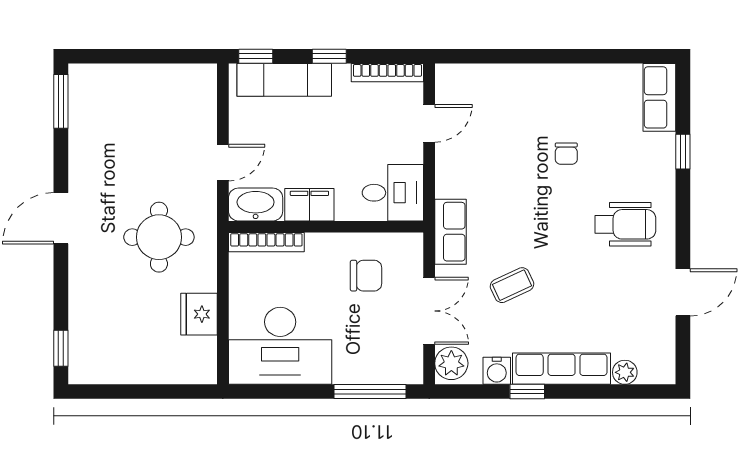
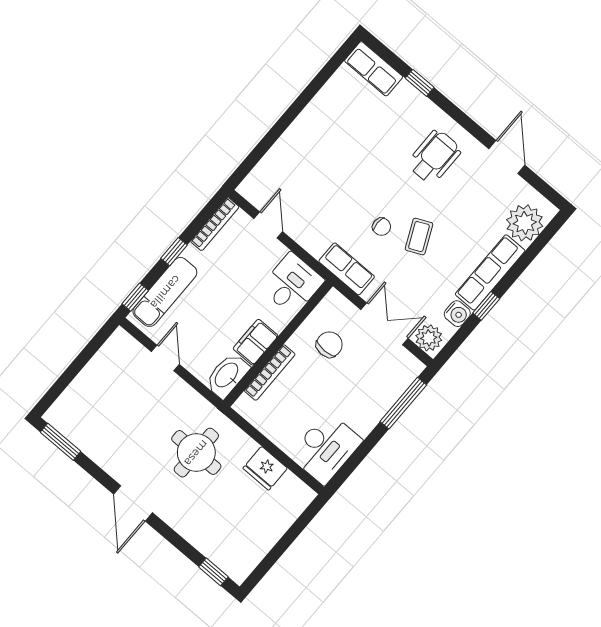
chair: (566, 154) -> (381, 227), moved
door: (223, 163) -> (165, 358), moved
bookcase: (266, 242) -> (270, 373), moved
coffee table: (512, 285) -> (419, 237), moved
desk: (280, 346) -> (326, 448), width x0.73, depth x0.77
plant: (625, 372) -> (525, 223), width x1.88, depth x1.88

